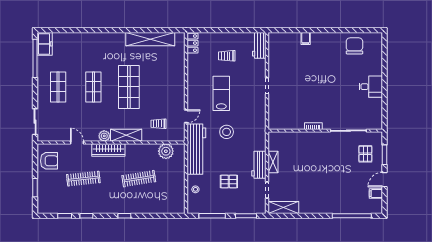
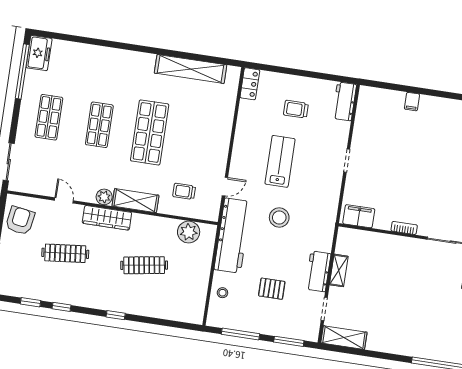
filing cabinet: (281, 123) -> (359, 216), added
armchair: (49, 161) -> (20, 221), turned -81

